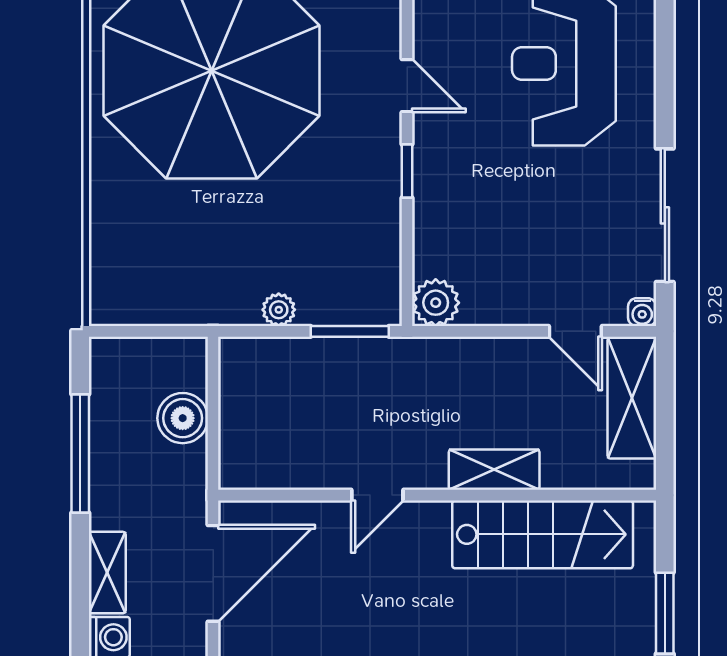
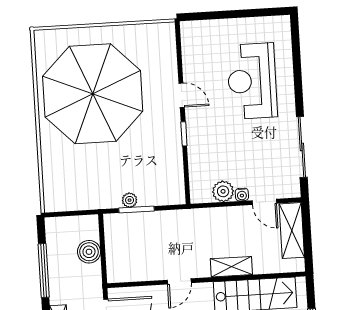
plant: (436, 303) -> (223, 191), moved
water cooler: (642, 312) -> (242, 195), moved
window: (350, 331) -> (137, 210), moved

